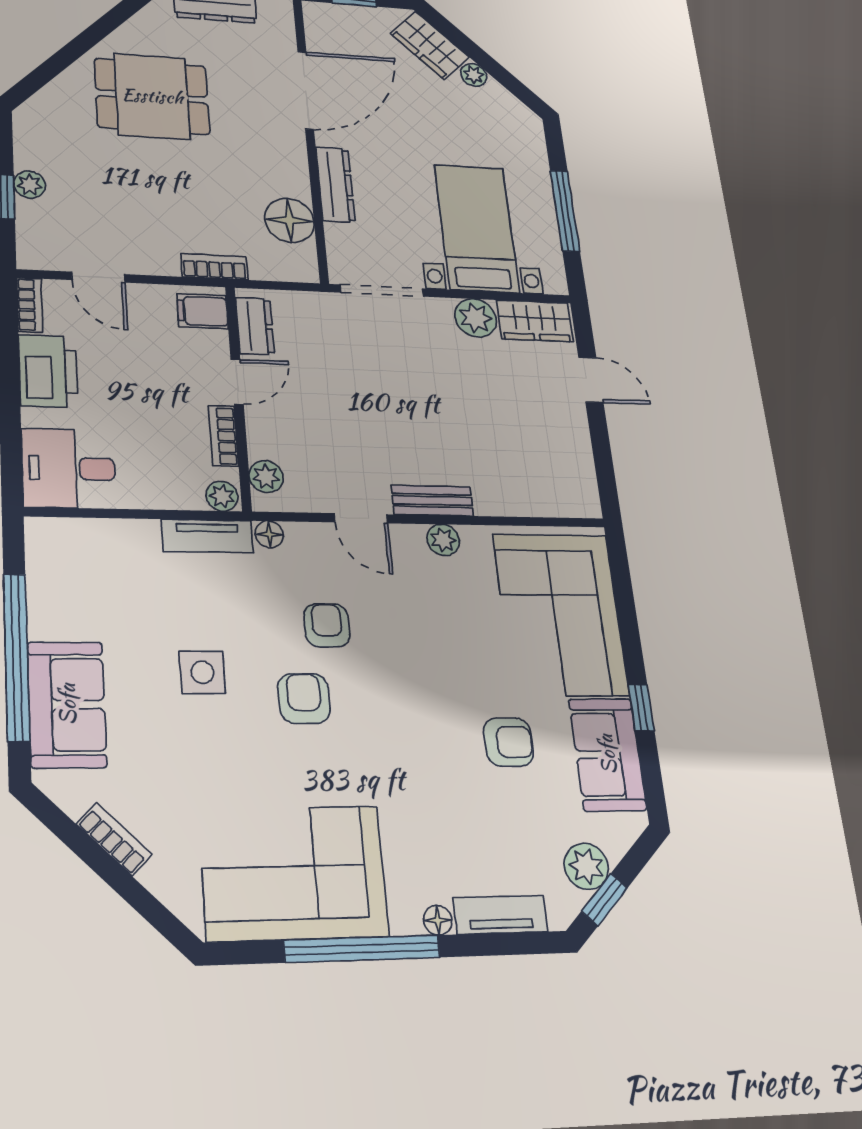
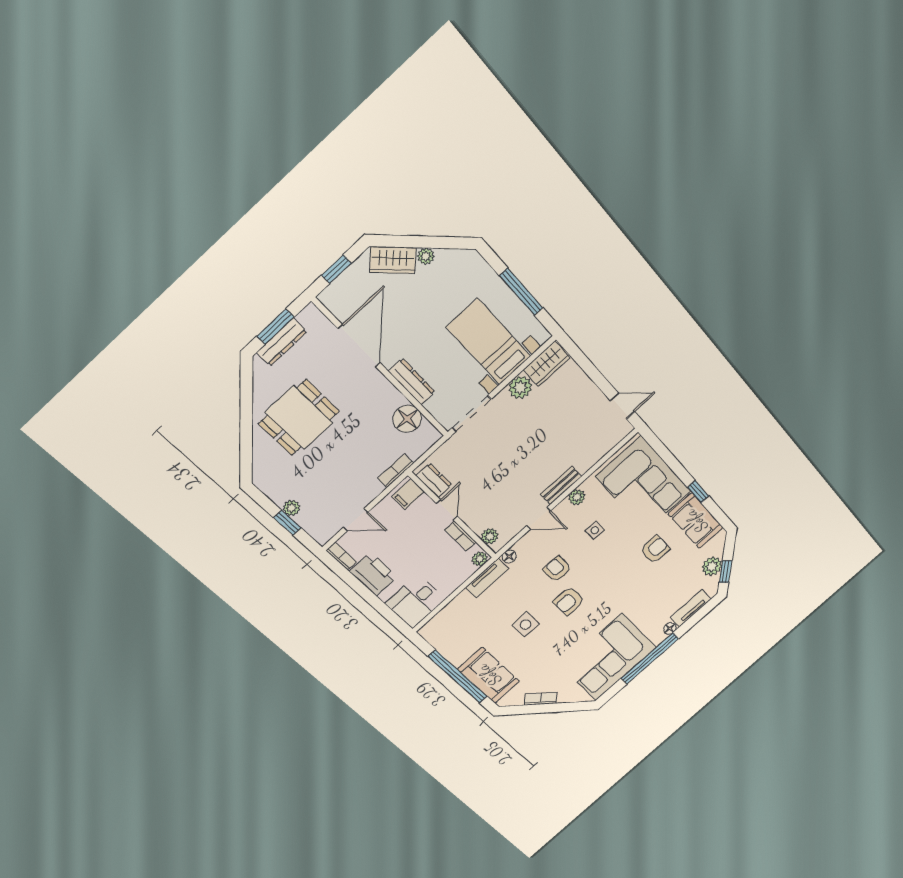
door: (591, 380) -> (622, 406), moved
side table: (433, 618) -> (595, 530), added
armchair: (304, 699) -> (569, 601), turned -90

